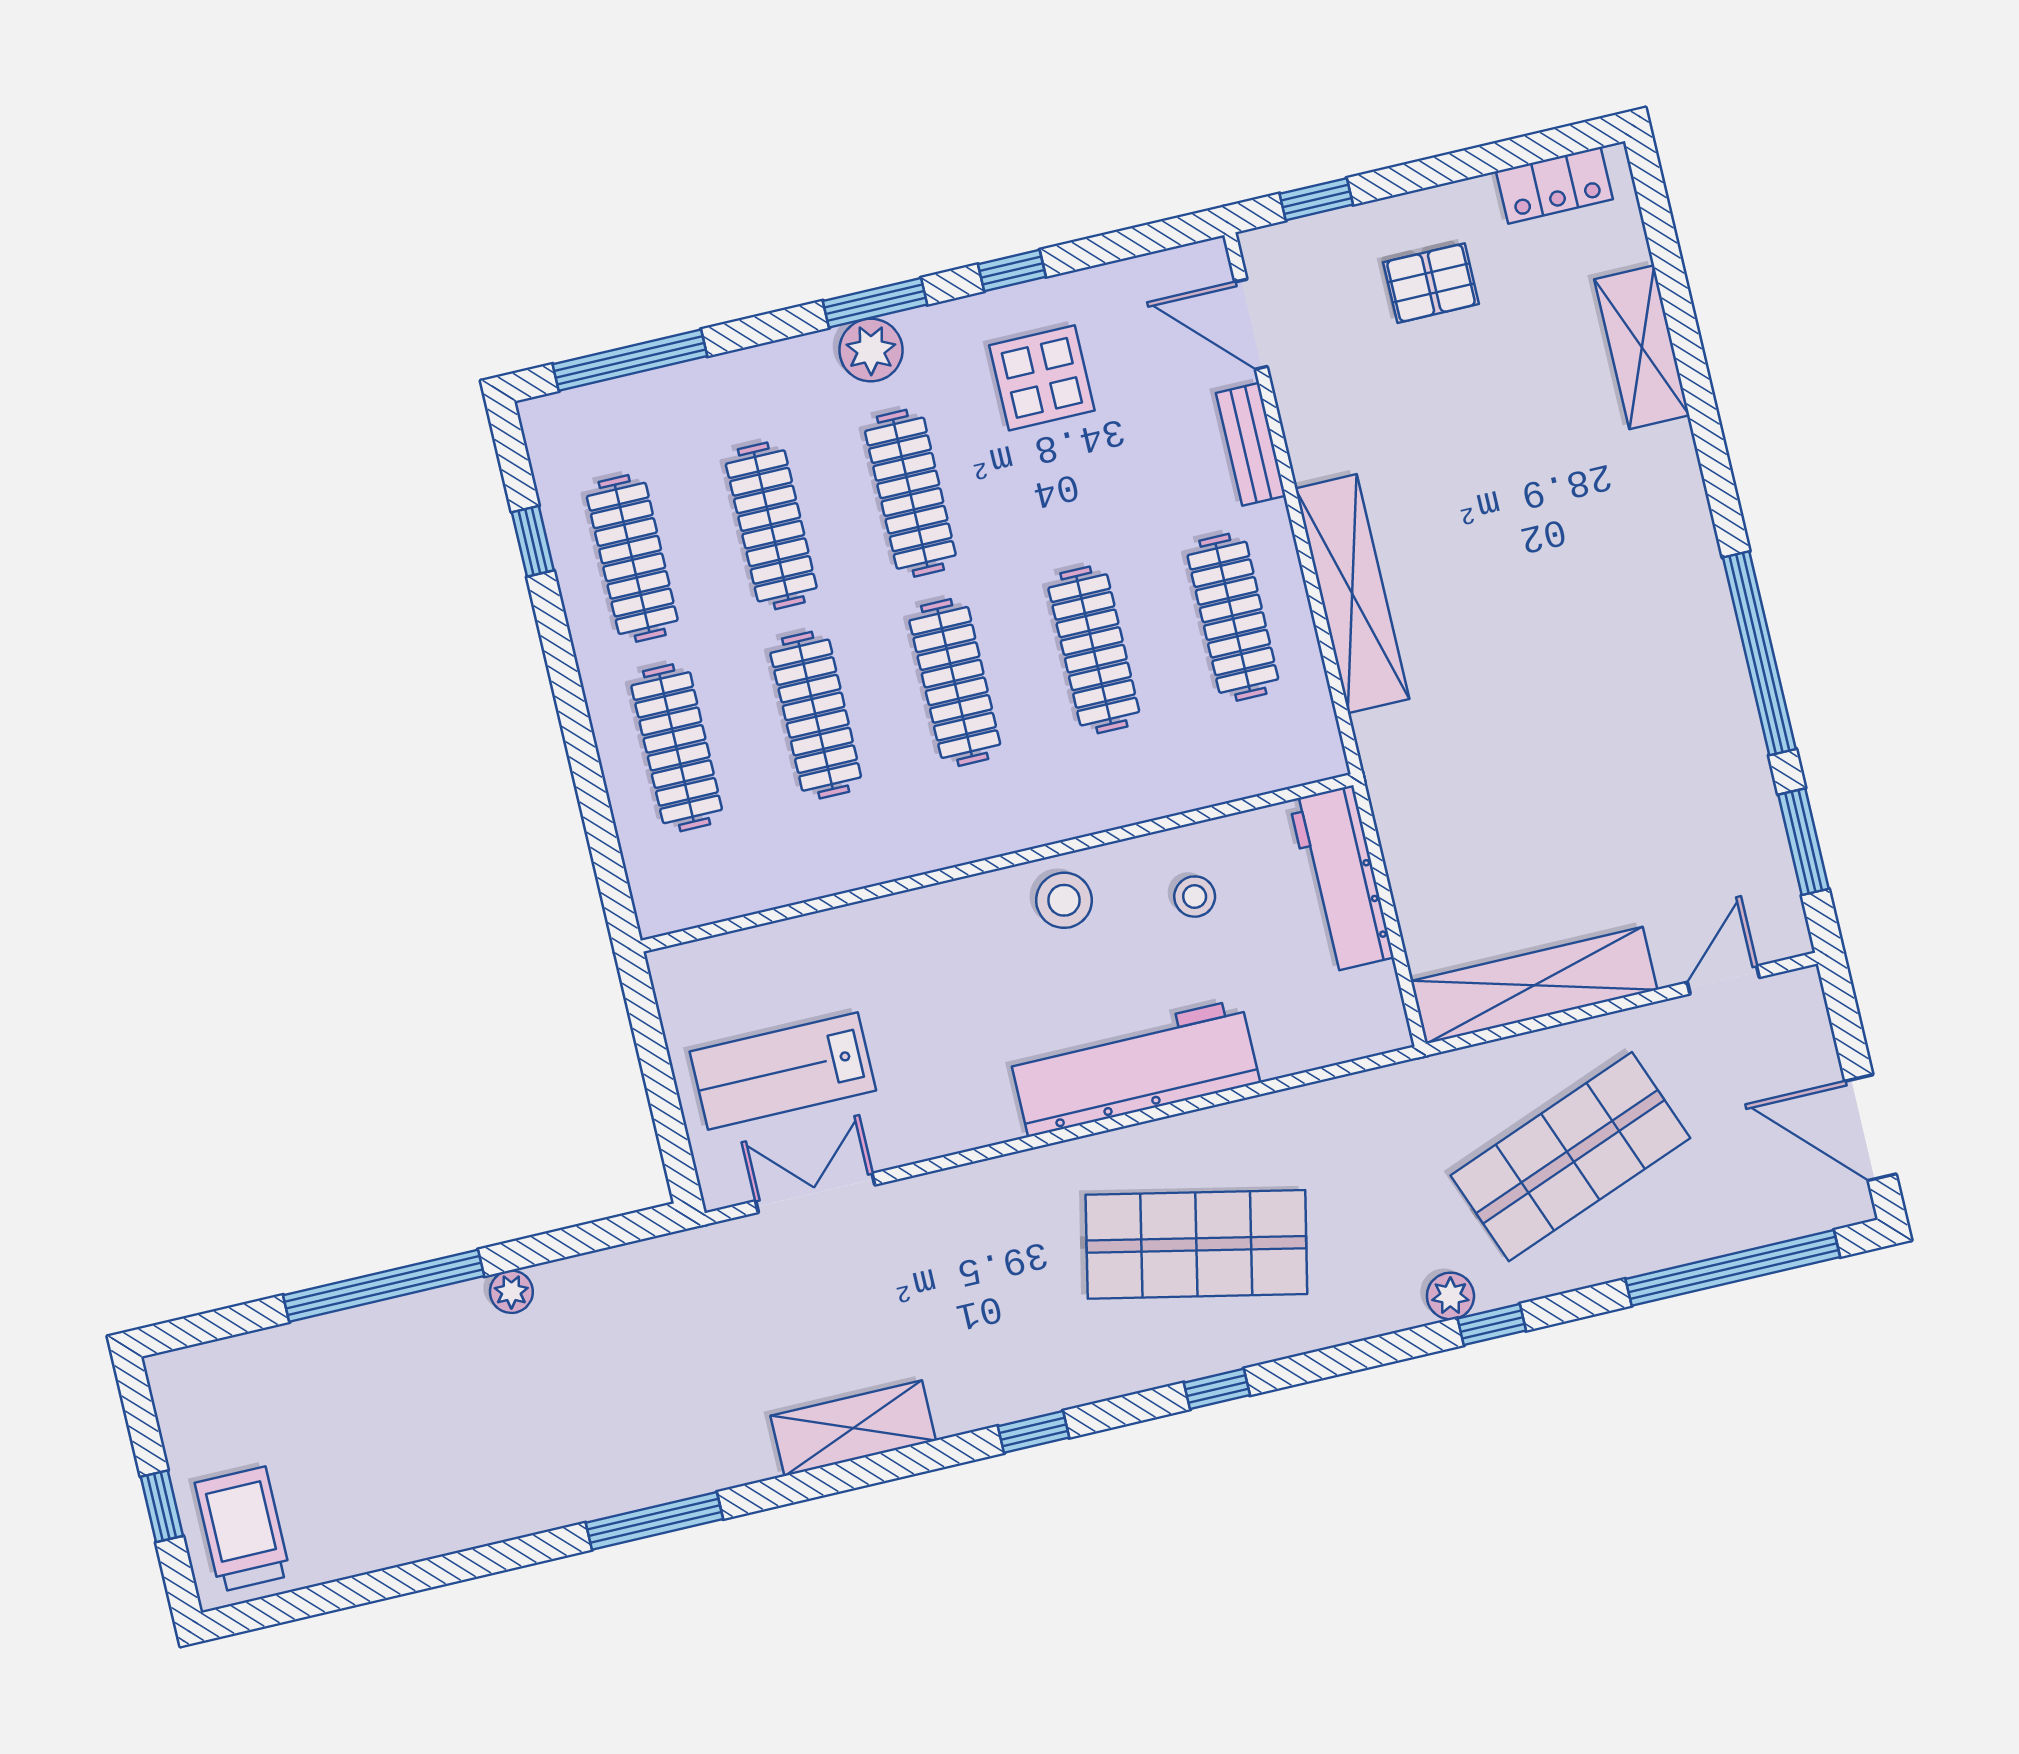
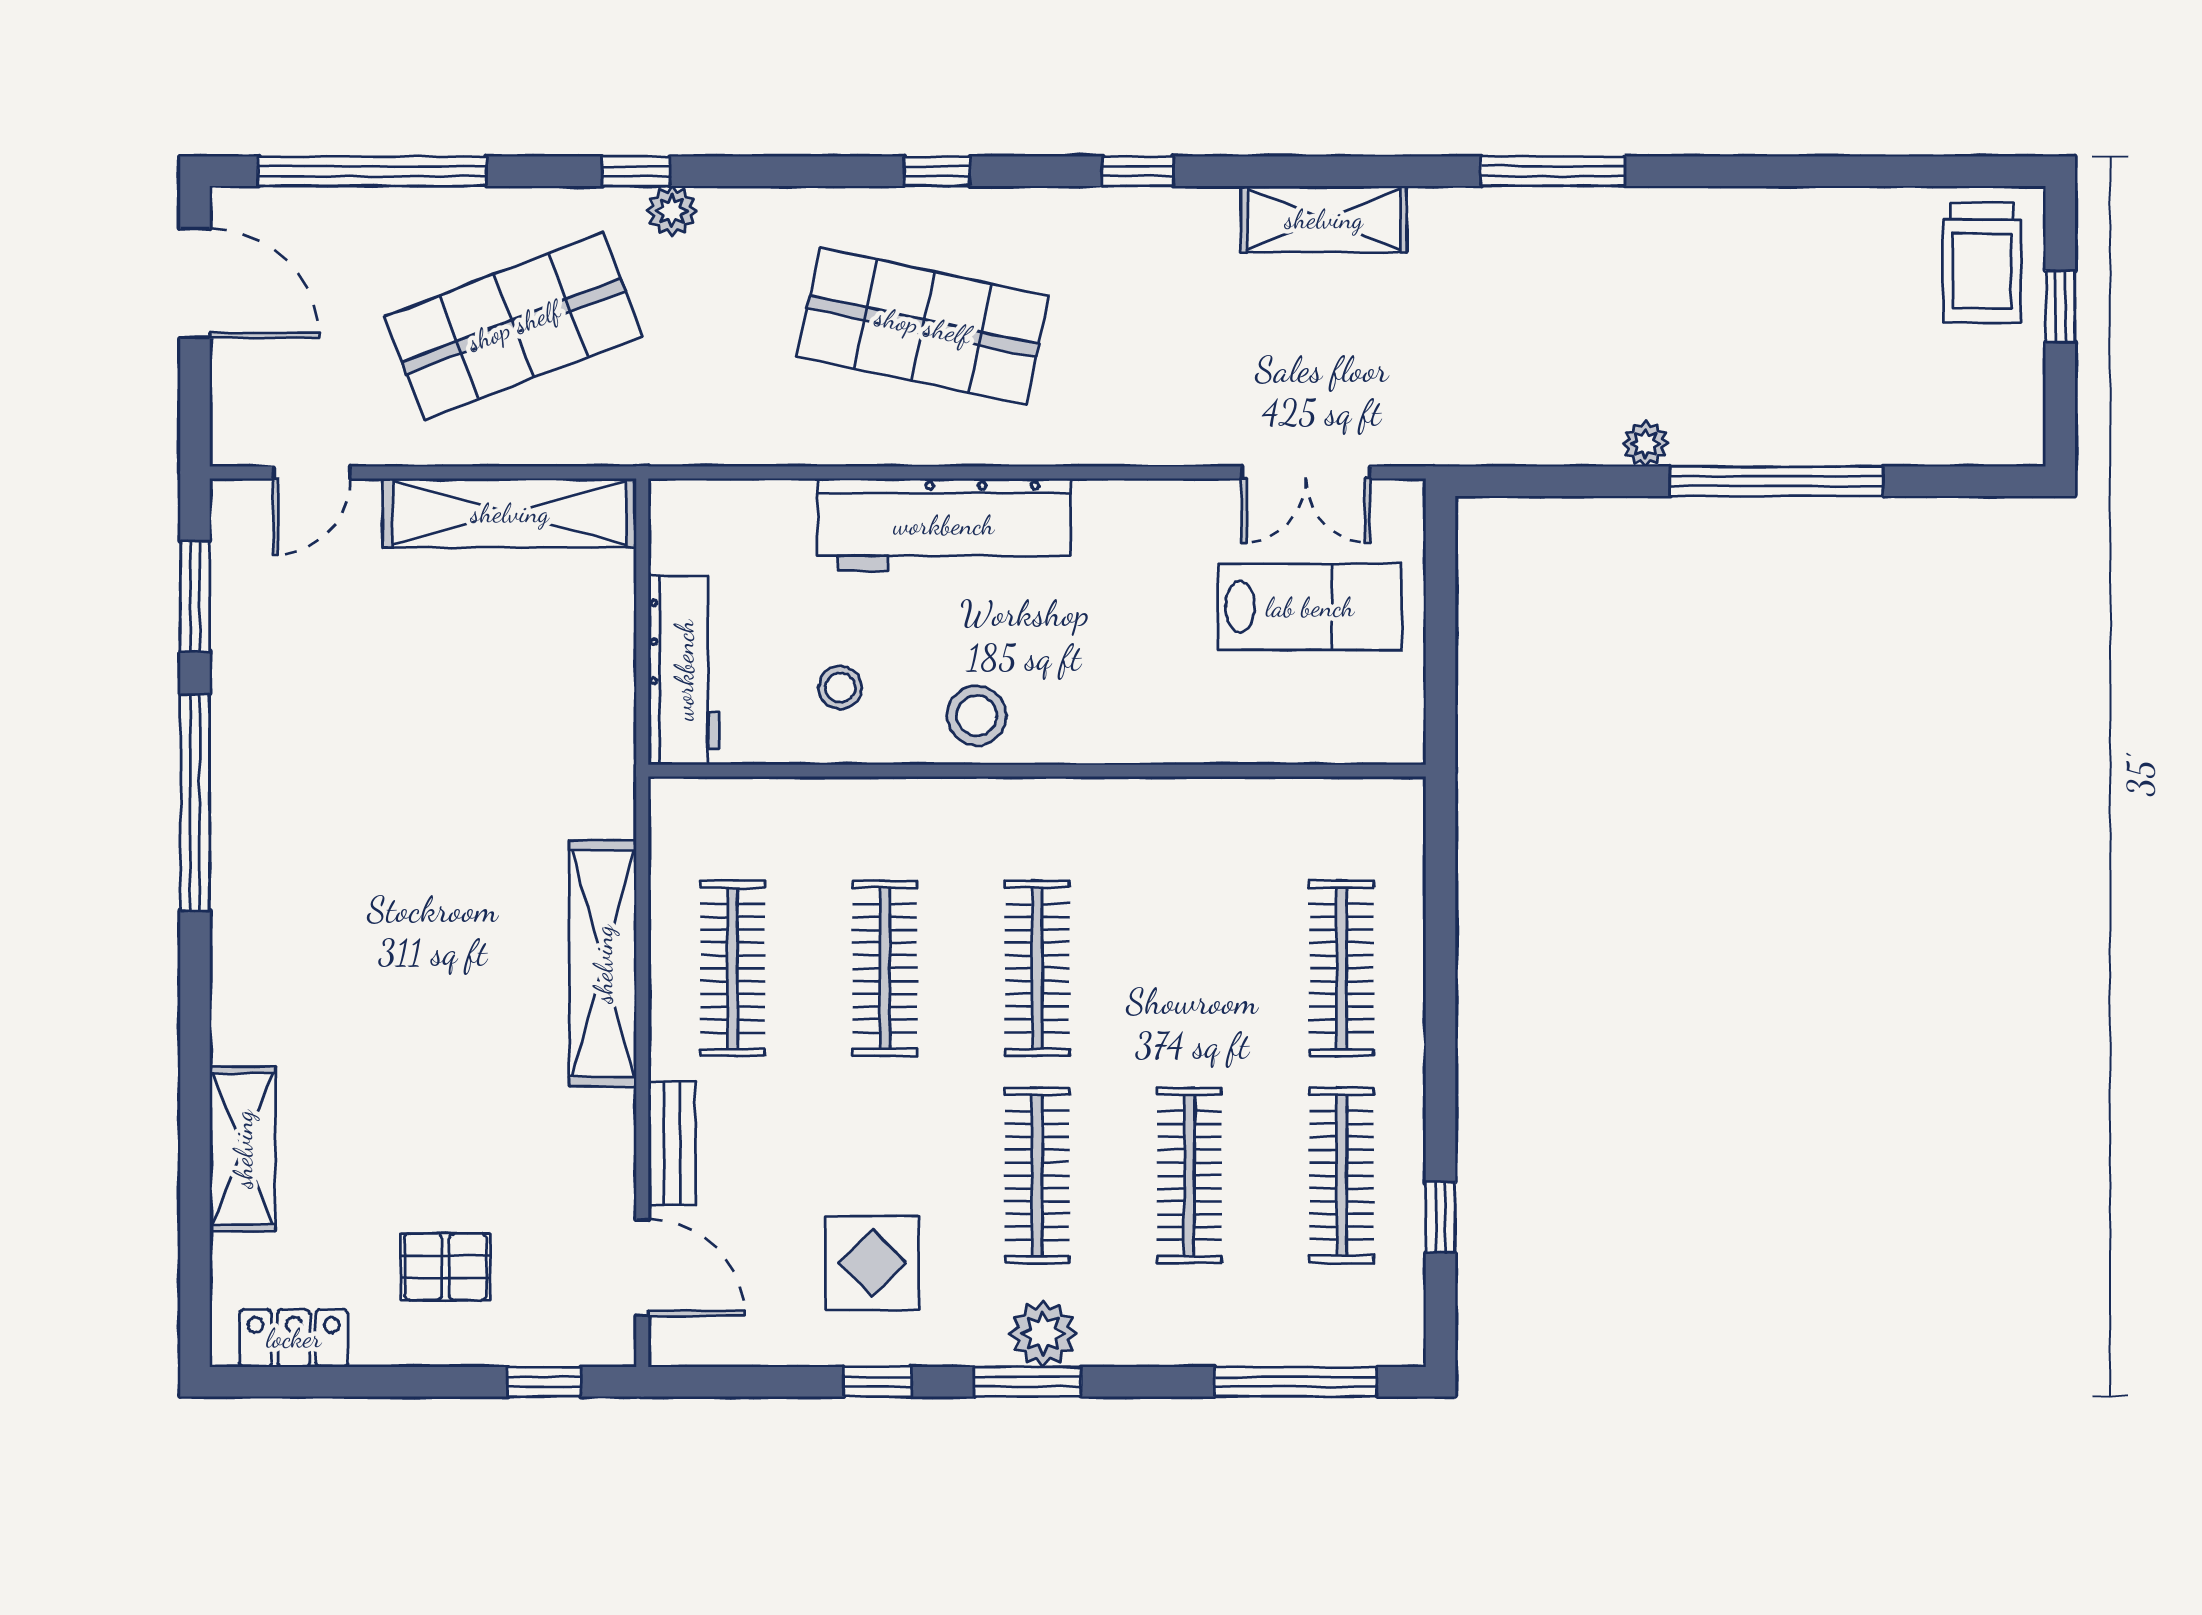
clothes rail: (816, 715) -> (1189, 968), removed

